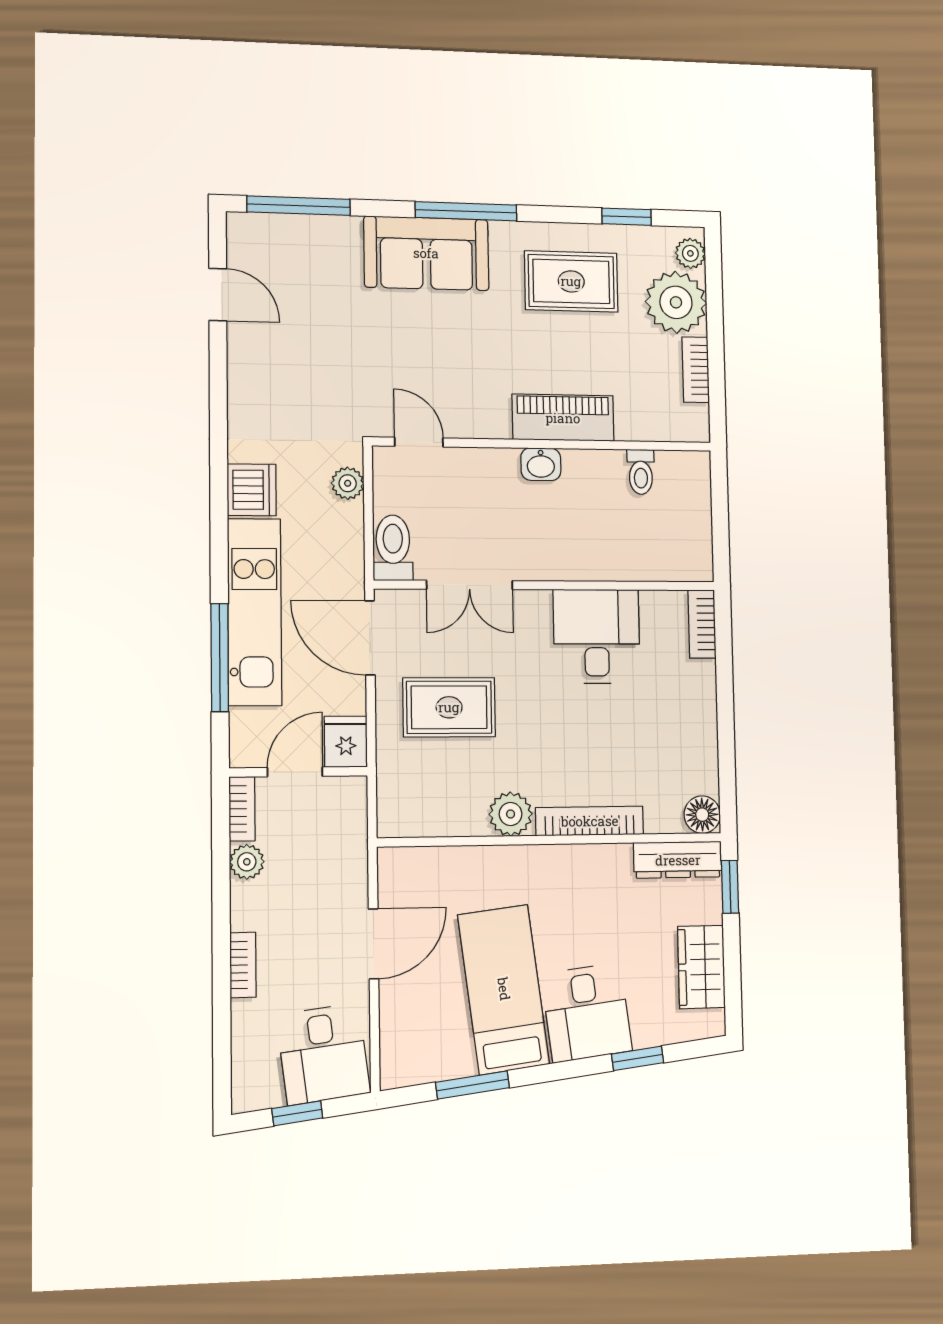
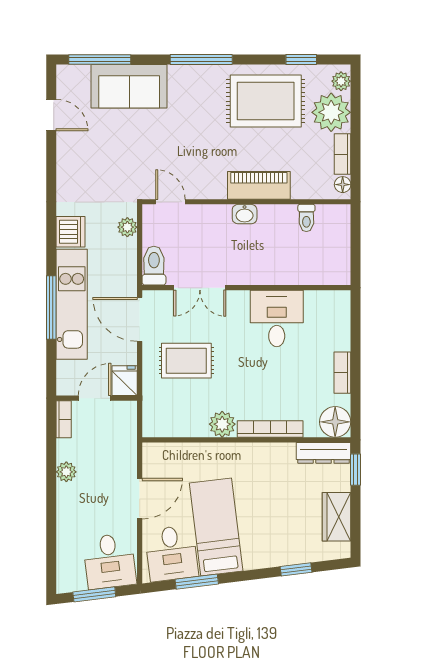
sofa: (426, 253) -> (129, 86), moved
rug: (571, 281) -> (266, 101), width x1.36, depth x1.43
floor lamp: (697, 419) -> (343, 185), added
bookcase: (702, 624) -> (342, 373), moved
window: (220, 658) -> (51, 308), moved
floor lamp: (702, 815) -> (335, 422), width x1.38, depth x1.38
plant: (247, 862) -> (66, 472), moved
bookcase: (243, 965) -> (64, 509), removed
desk: (587, 1012) -> (172, 553), moved
window: (297, 1113) -> (94, 594), width x1.50

